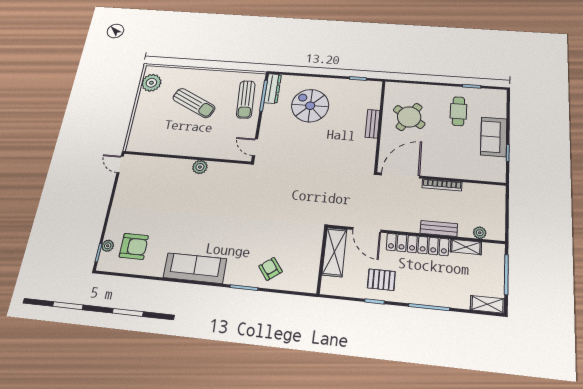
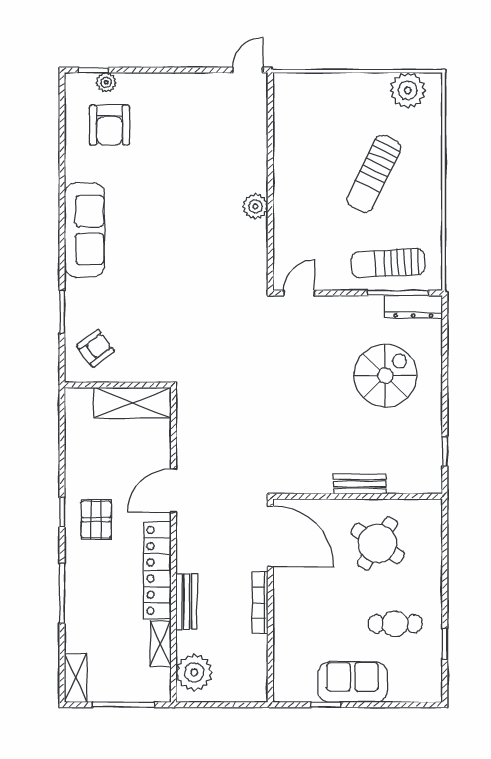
plant: (480, 233) -> (194, 672), width x1.87, depth x1.87
shelving: (334, 252) -> (133, 403), moved
wall: (322, 260) -> (118, 385), moved

